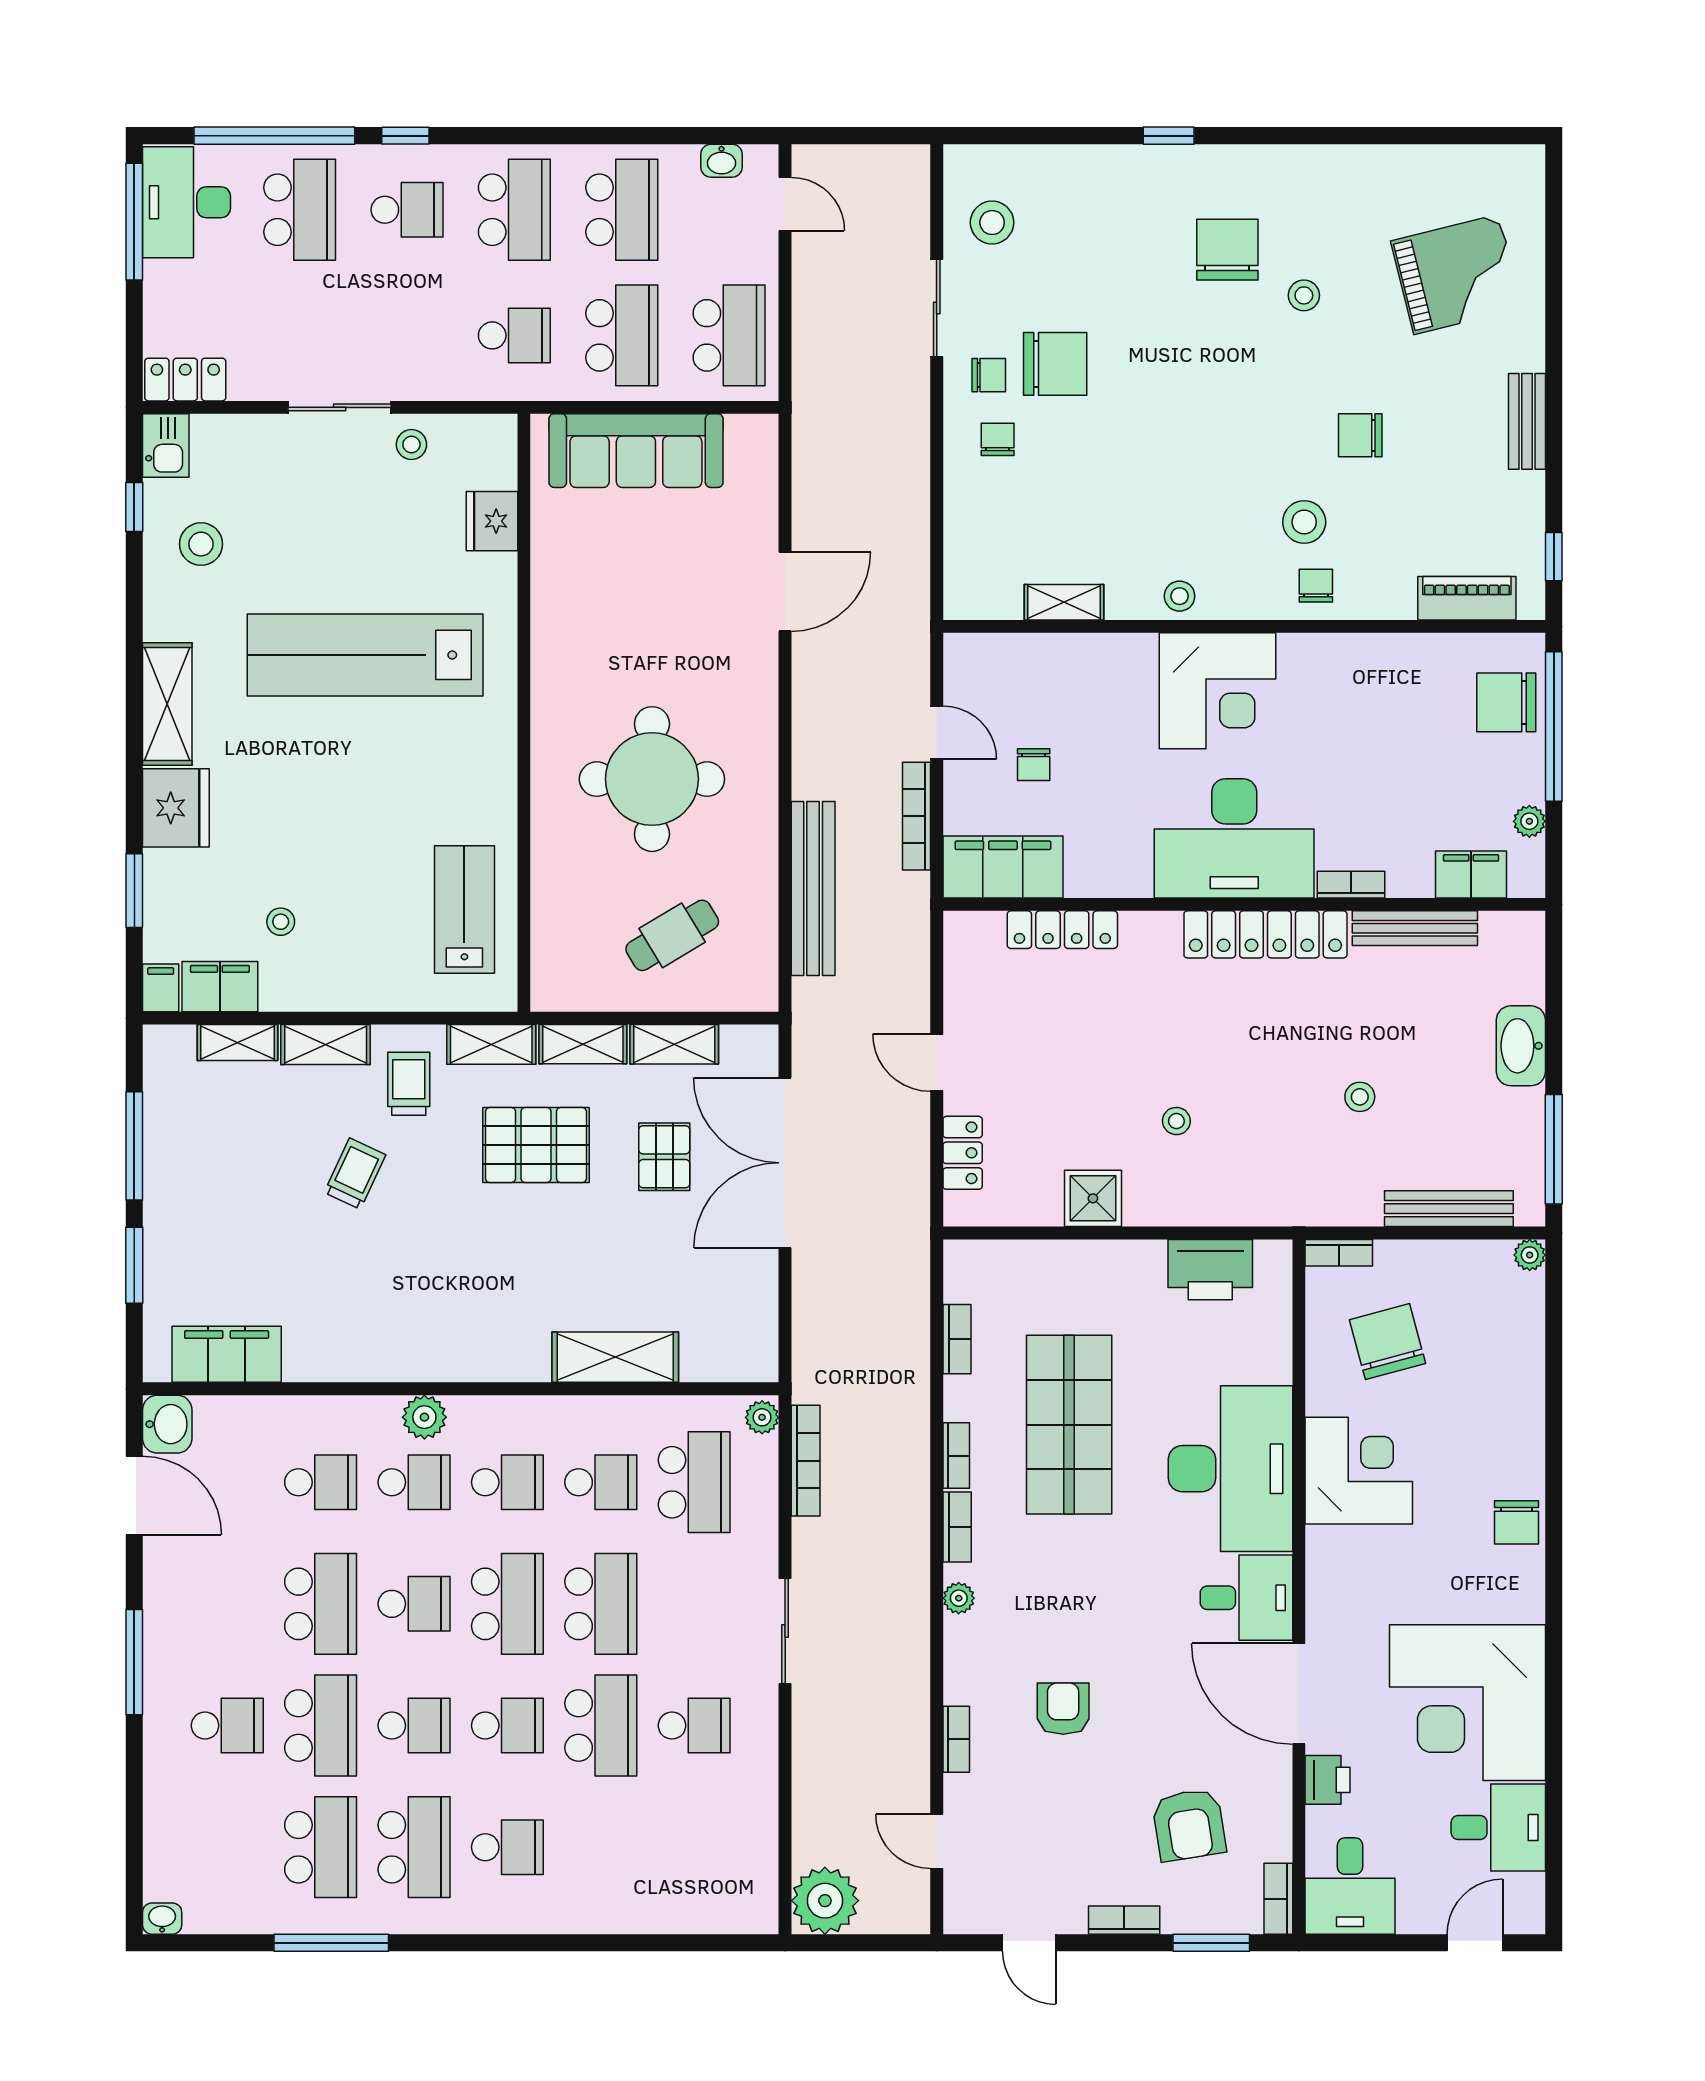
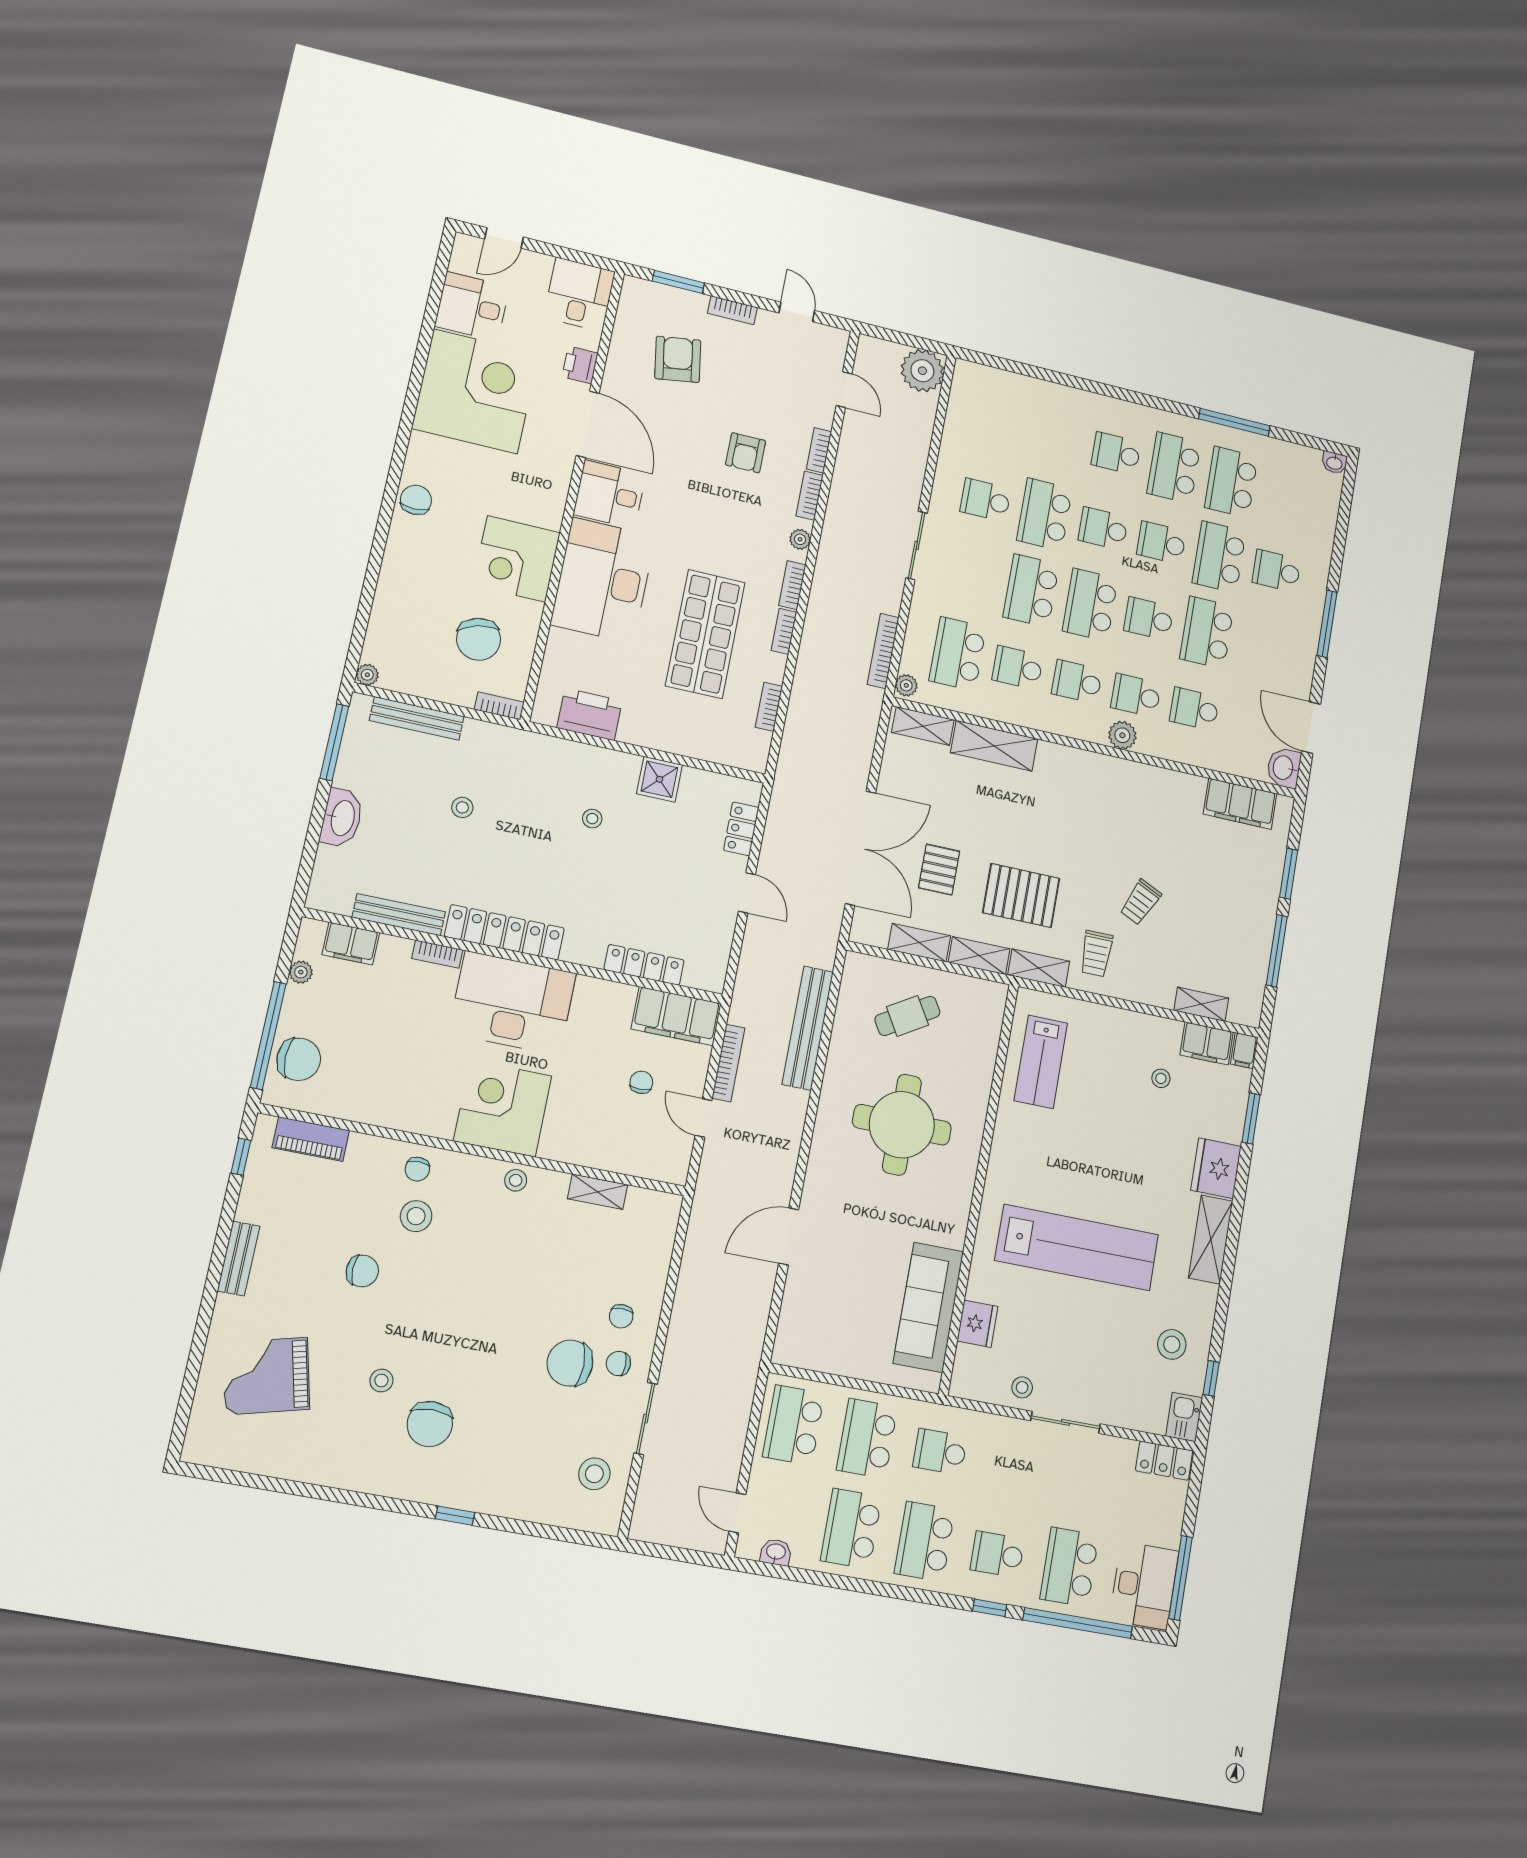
sofa: (636, 451) -> (928, 1307), moved, turned -90
shelving: (326, 1045) -> (923, 726), moved
bookcase: (1278, 1899) -> (810, 496), moved, turned 180

